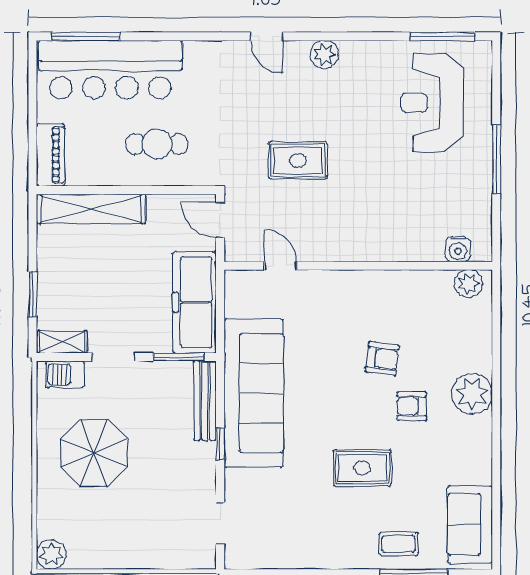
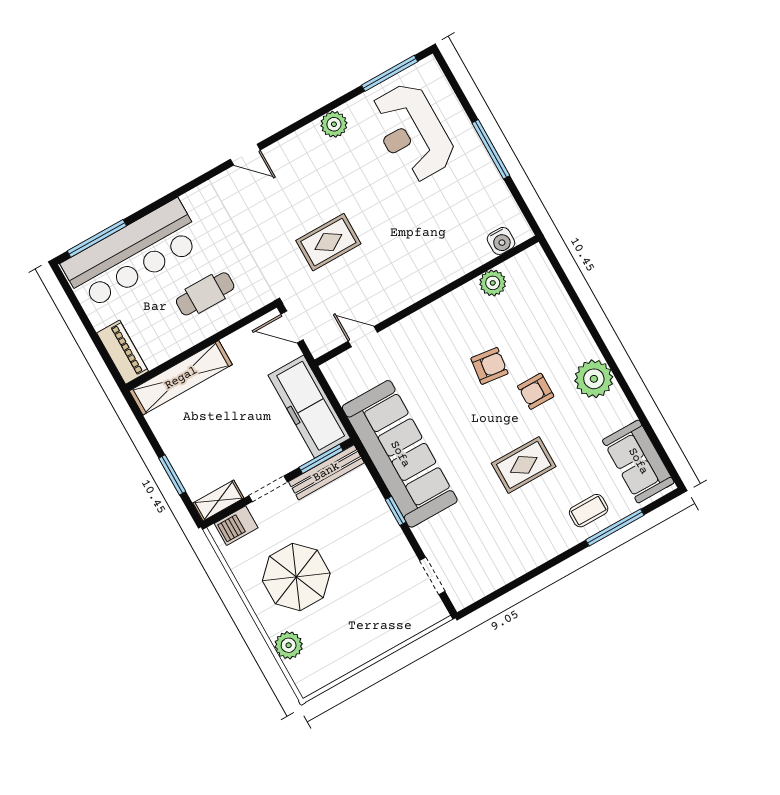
plant: (324, 54) -> (334, 124), moved
plant: (468, 284) -> (493, 283), moved
plant: (472, 394) -> (594, 379), moved
bench: (205, 401) -> (326, 472), moved, turned 90
plant: (51, 554) -> (289, 645), moved

